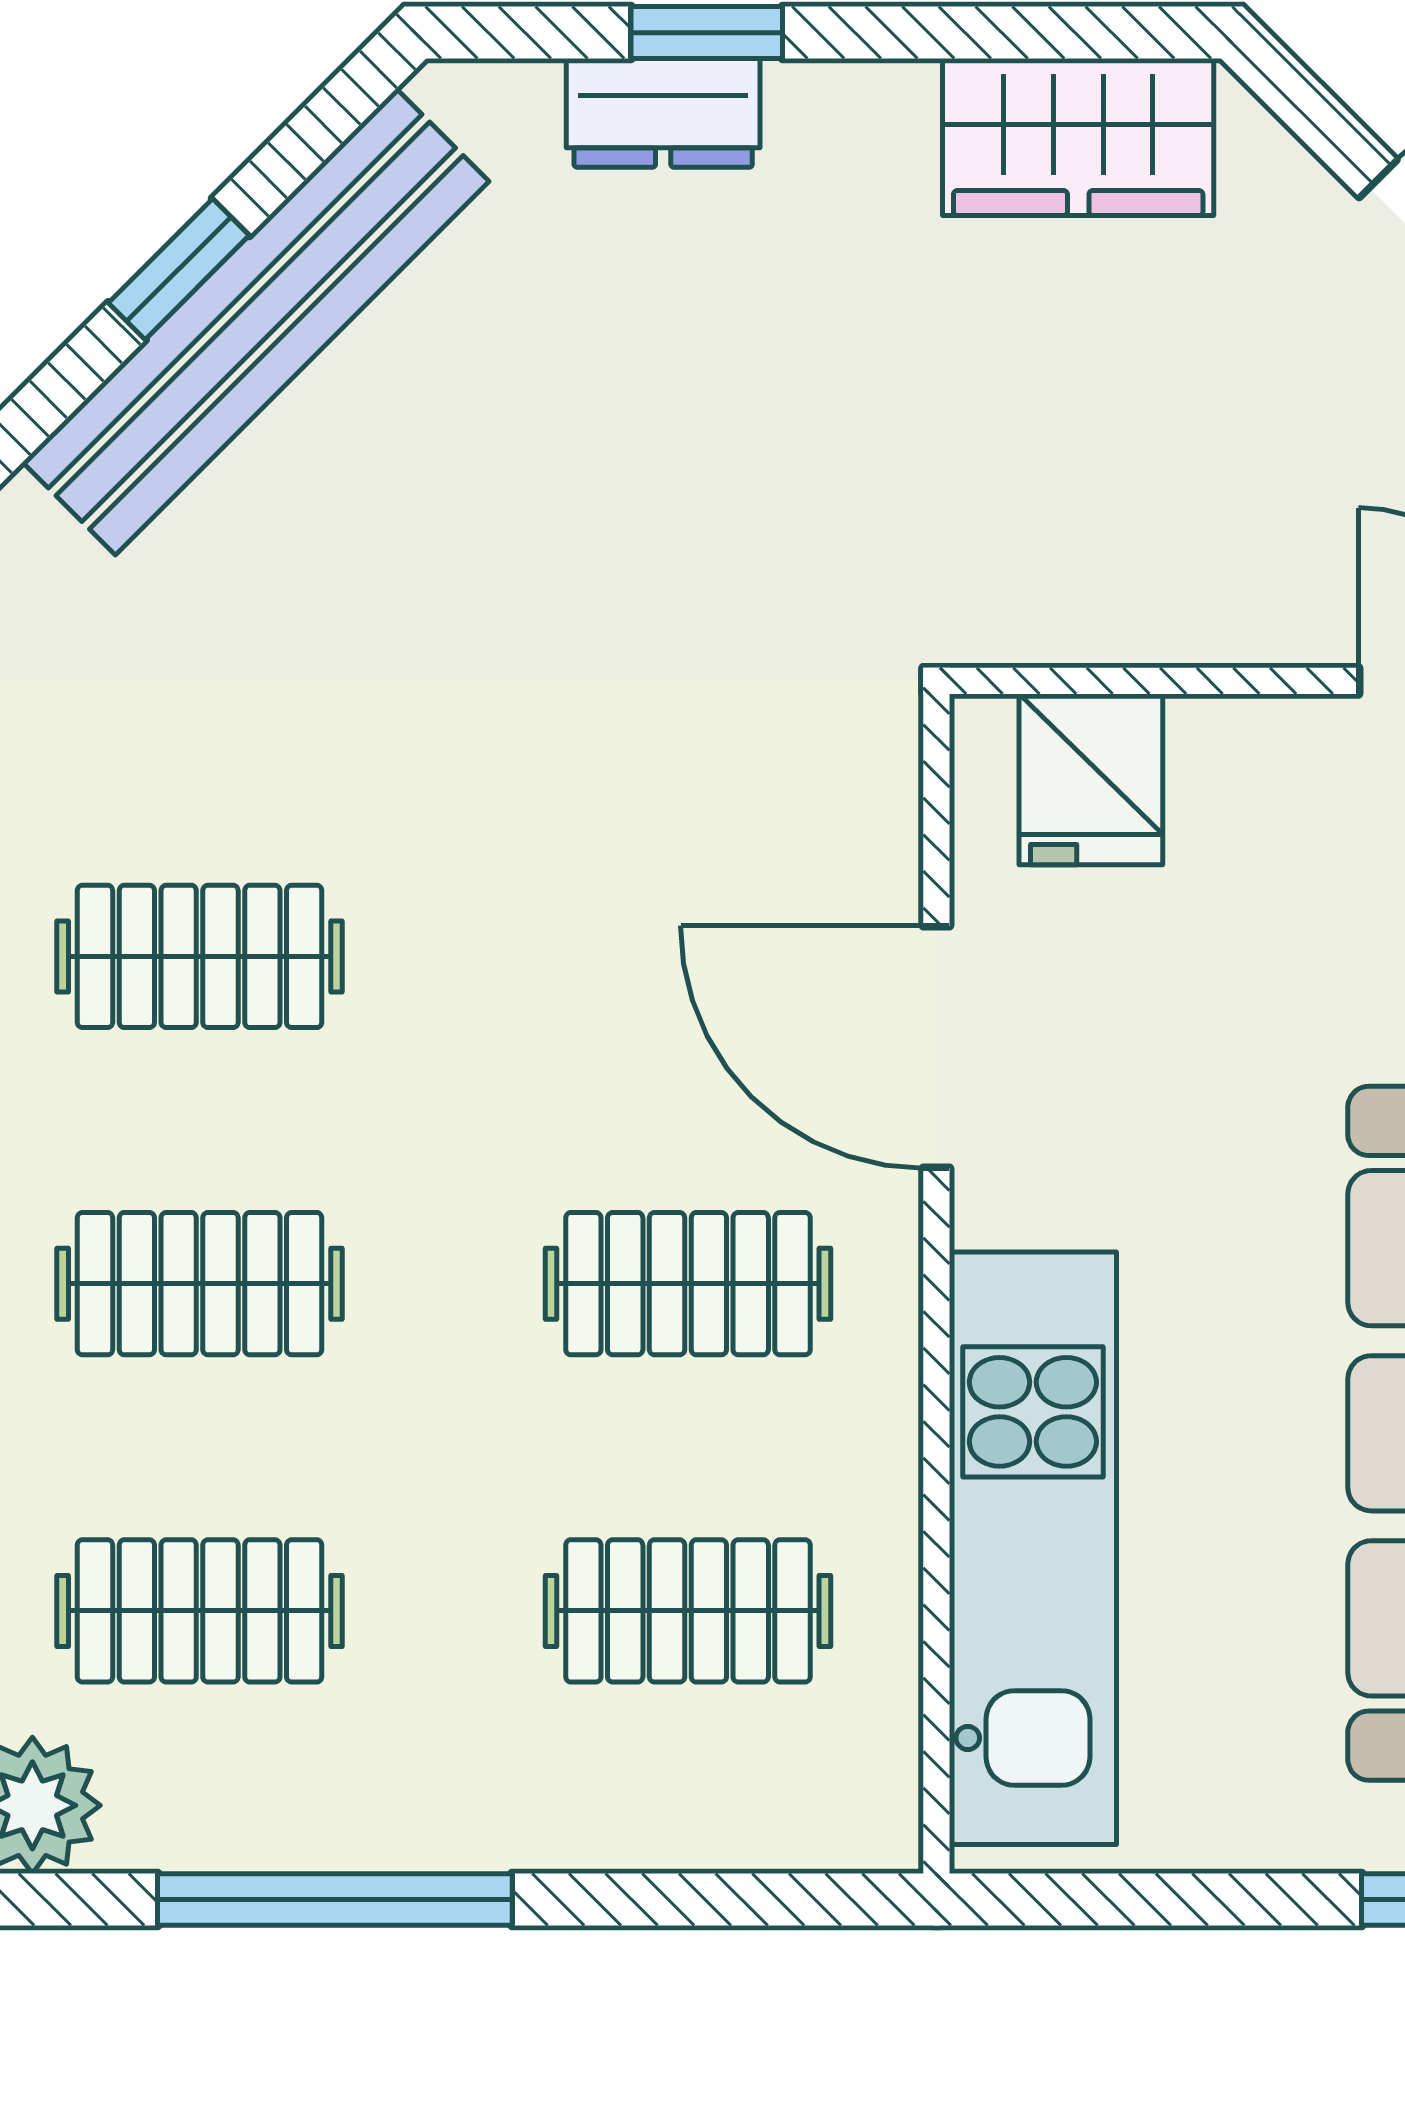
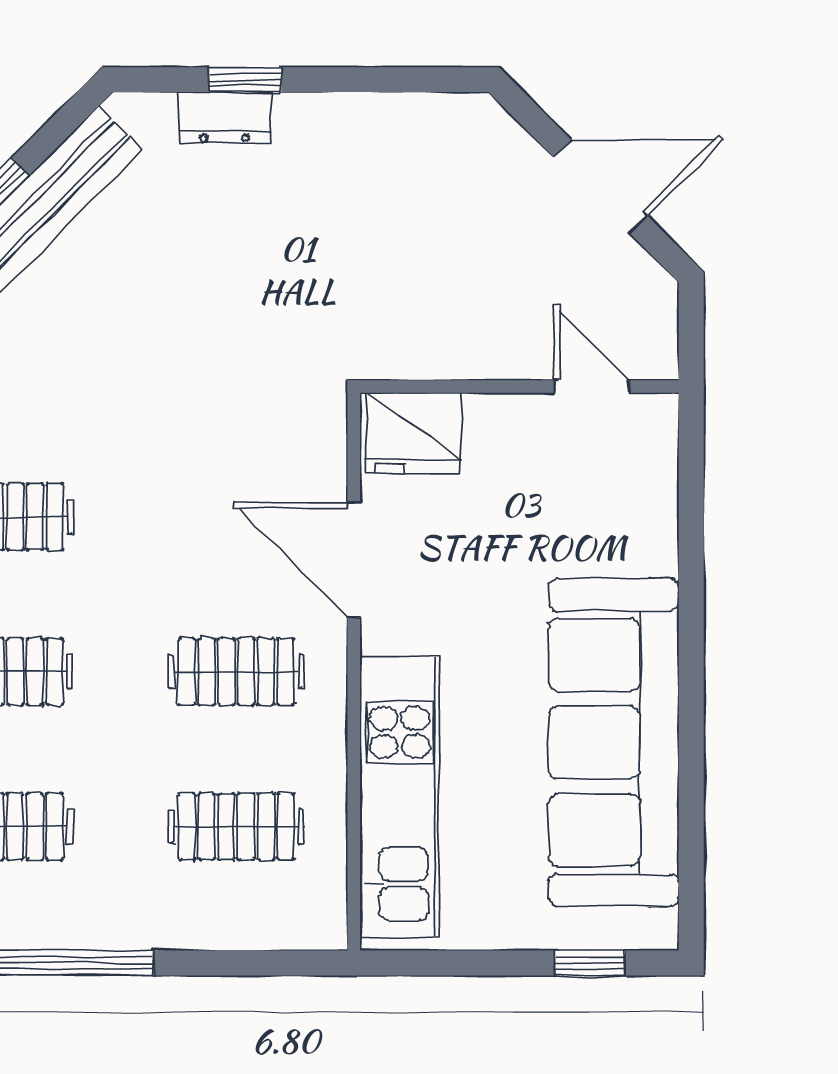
wardrobe: (1078, 137) -> (421, 129), removed
fridge: (1091, 779) -> (414, 433), width x1.38

